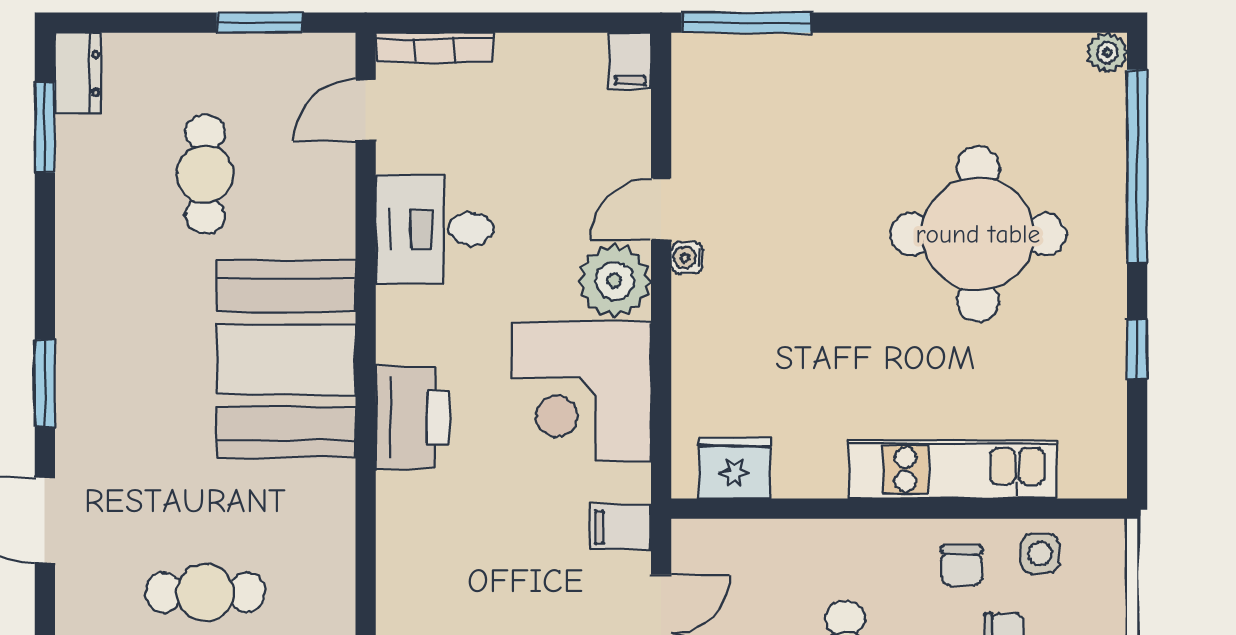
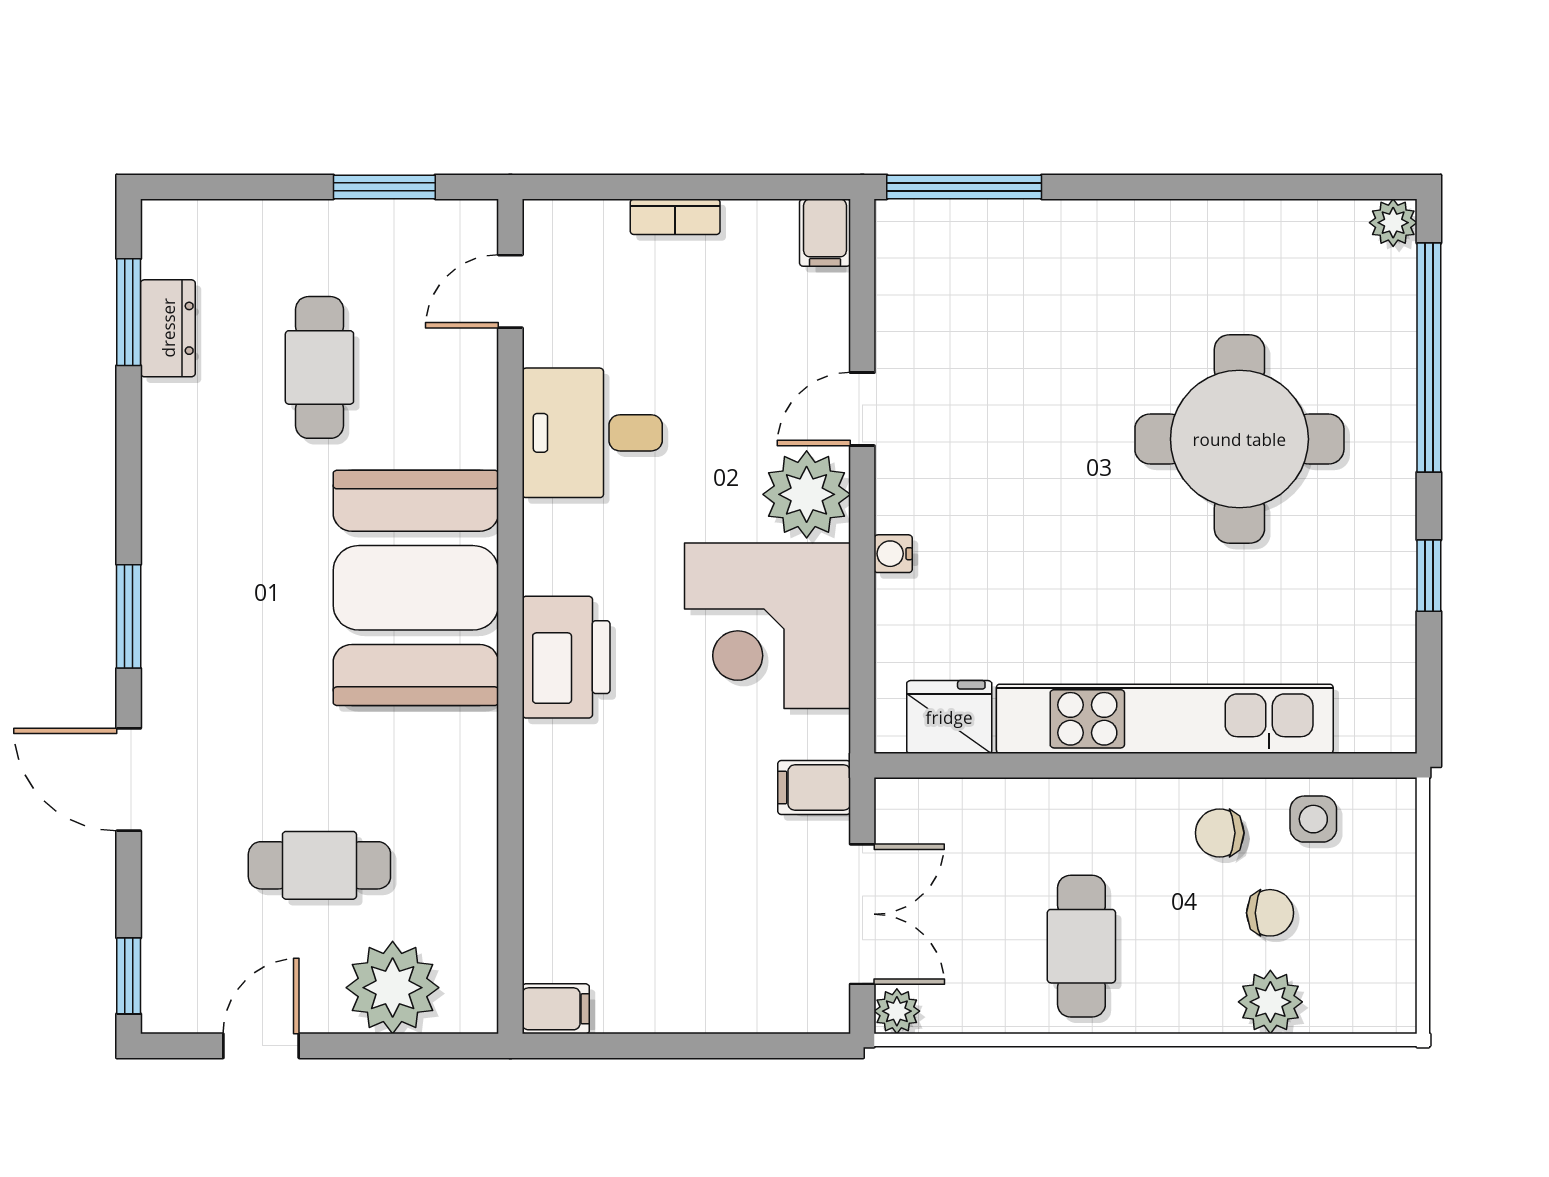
bookcase: (434, 48) -> (675, 217), moved, width x0.64
dresser: (78, 73) -> (168, 328), moved
water cooler: (687, 258) -> (893, 554), moved
kitchen unit: (953, 469) -> (1165, 719), width x1.36
chair: (961, 565) -> (1220, 833), turned 90

